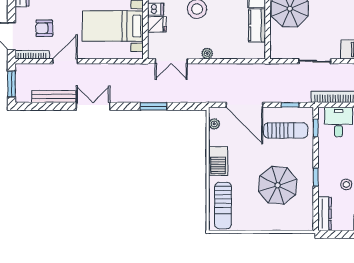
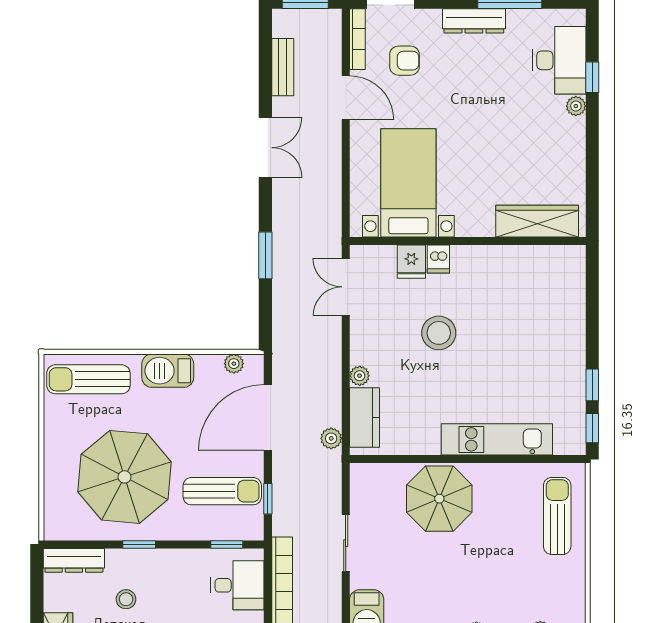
kitchen counter: (257, 25) -> (365, 418), moved, turned 90
armchair: (44, 28) -> (404, 61), turned 90
plant: (207, 53) -> (360, 376), moved
plant: (256, 69) -> (331, 438), added
bench: (54, 97) -> (283, 67), width x0.73
sun lounger: (286, 130) -> (222, 491), turned -90
parasol: (278, 185) -> (124, 477), width x1.36, depth x1.36

